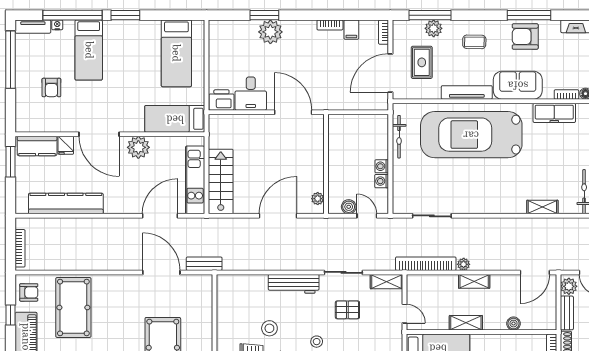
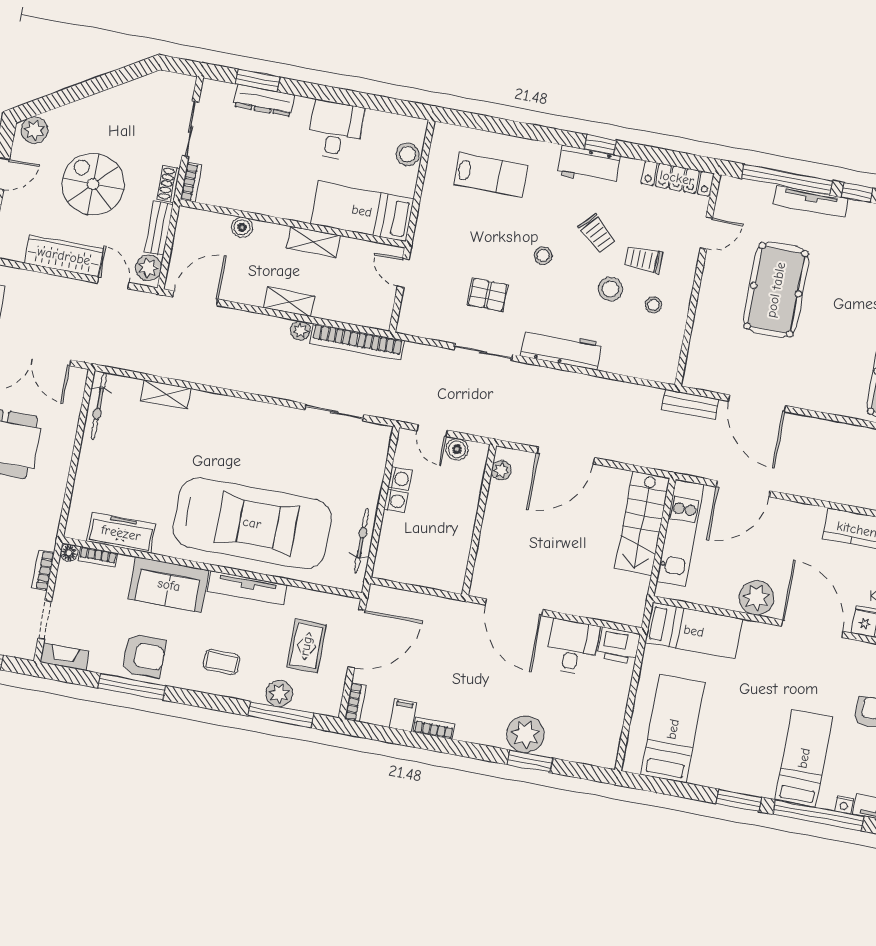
shelving: (387, 282) -> (421, 326), removed
stool: (240, 323) -> (653, 305), added

